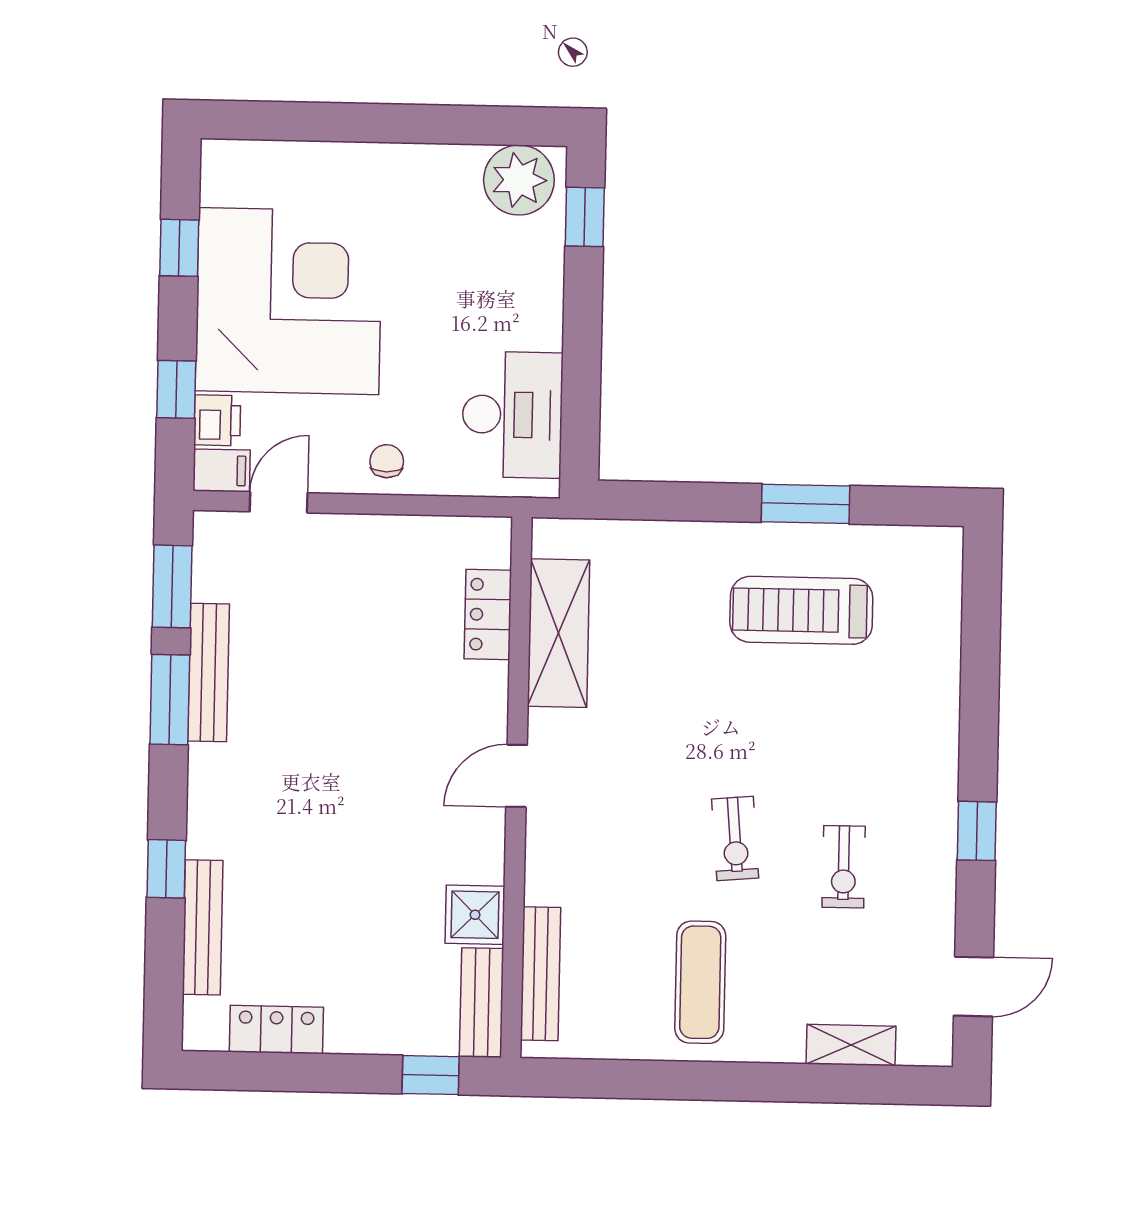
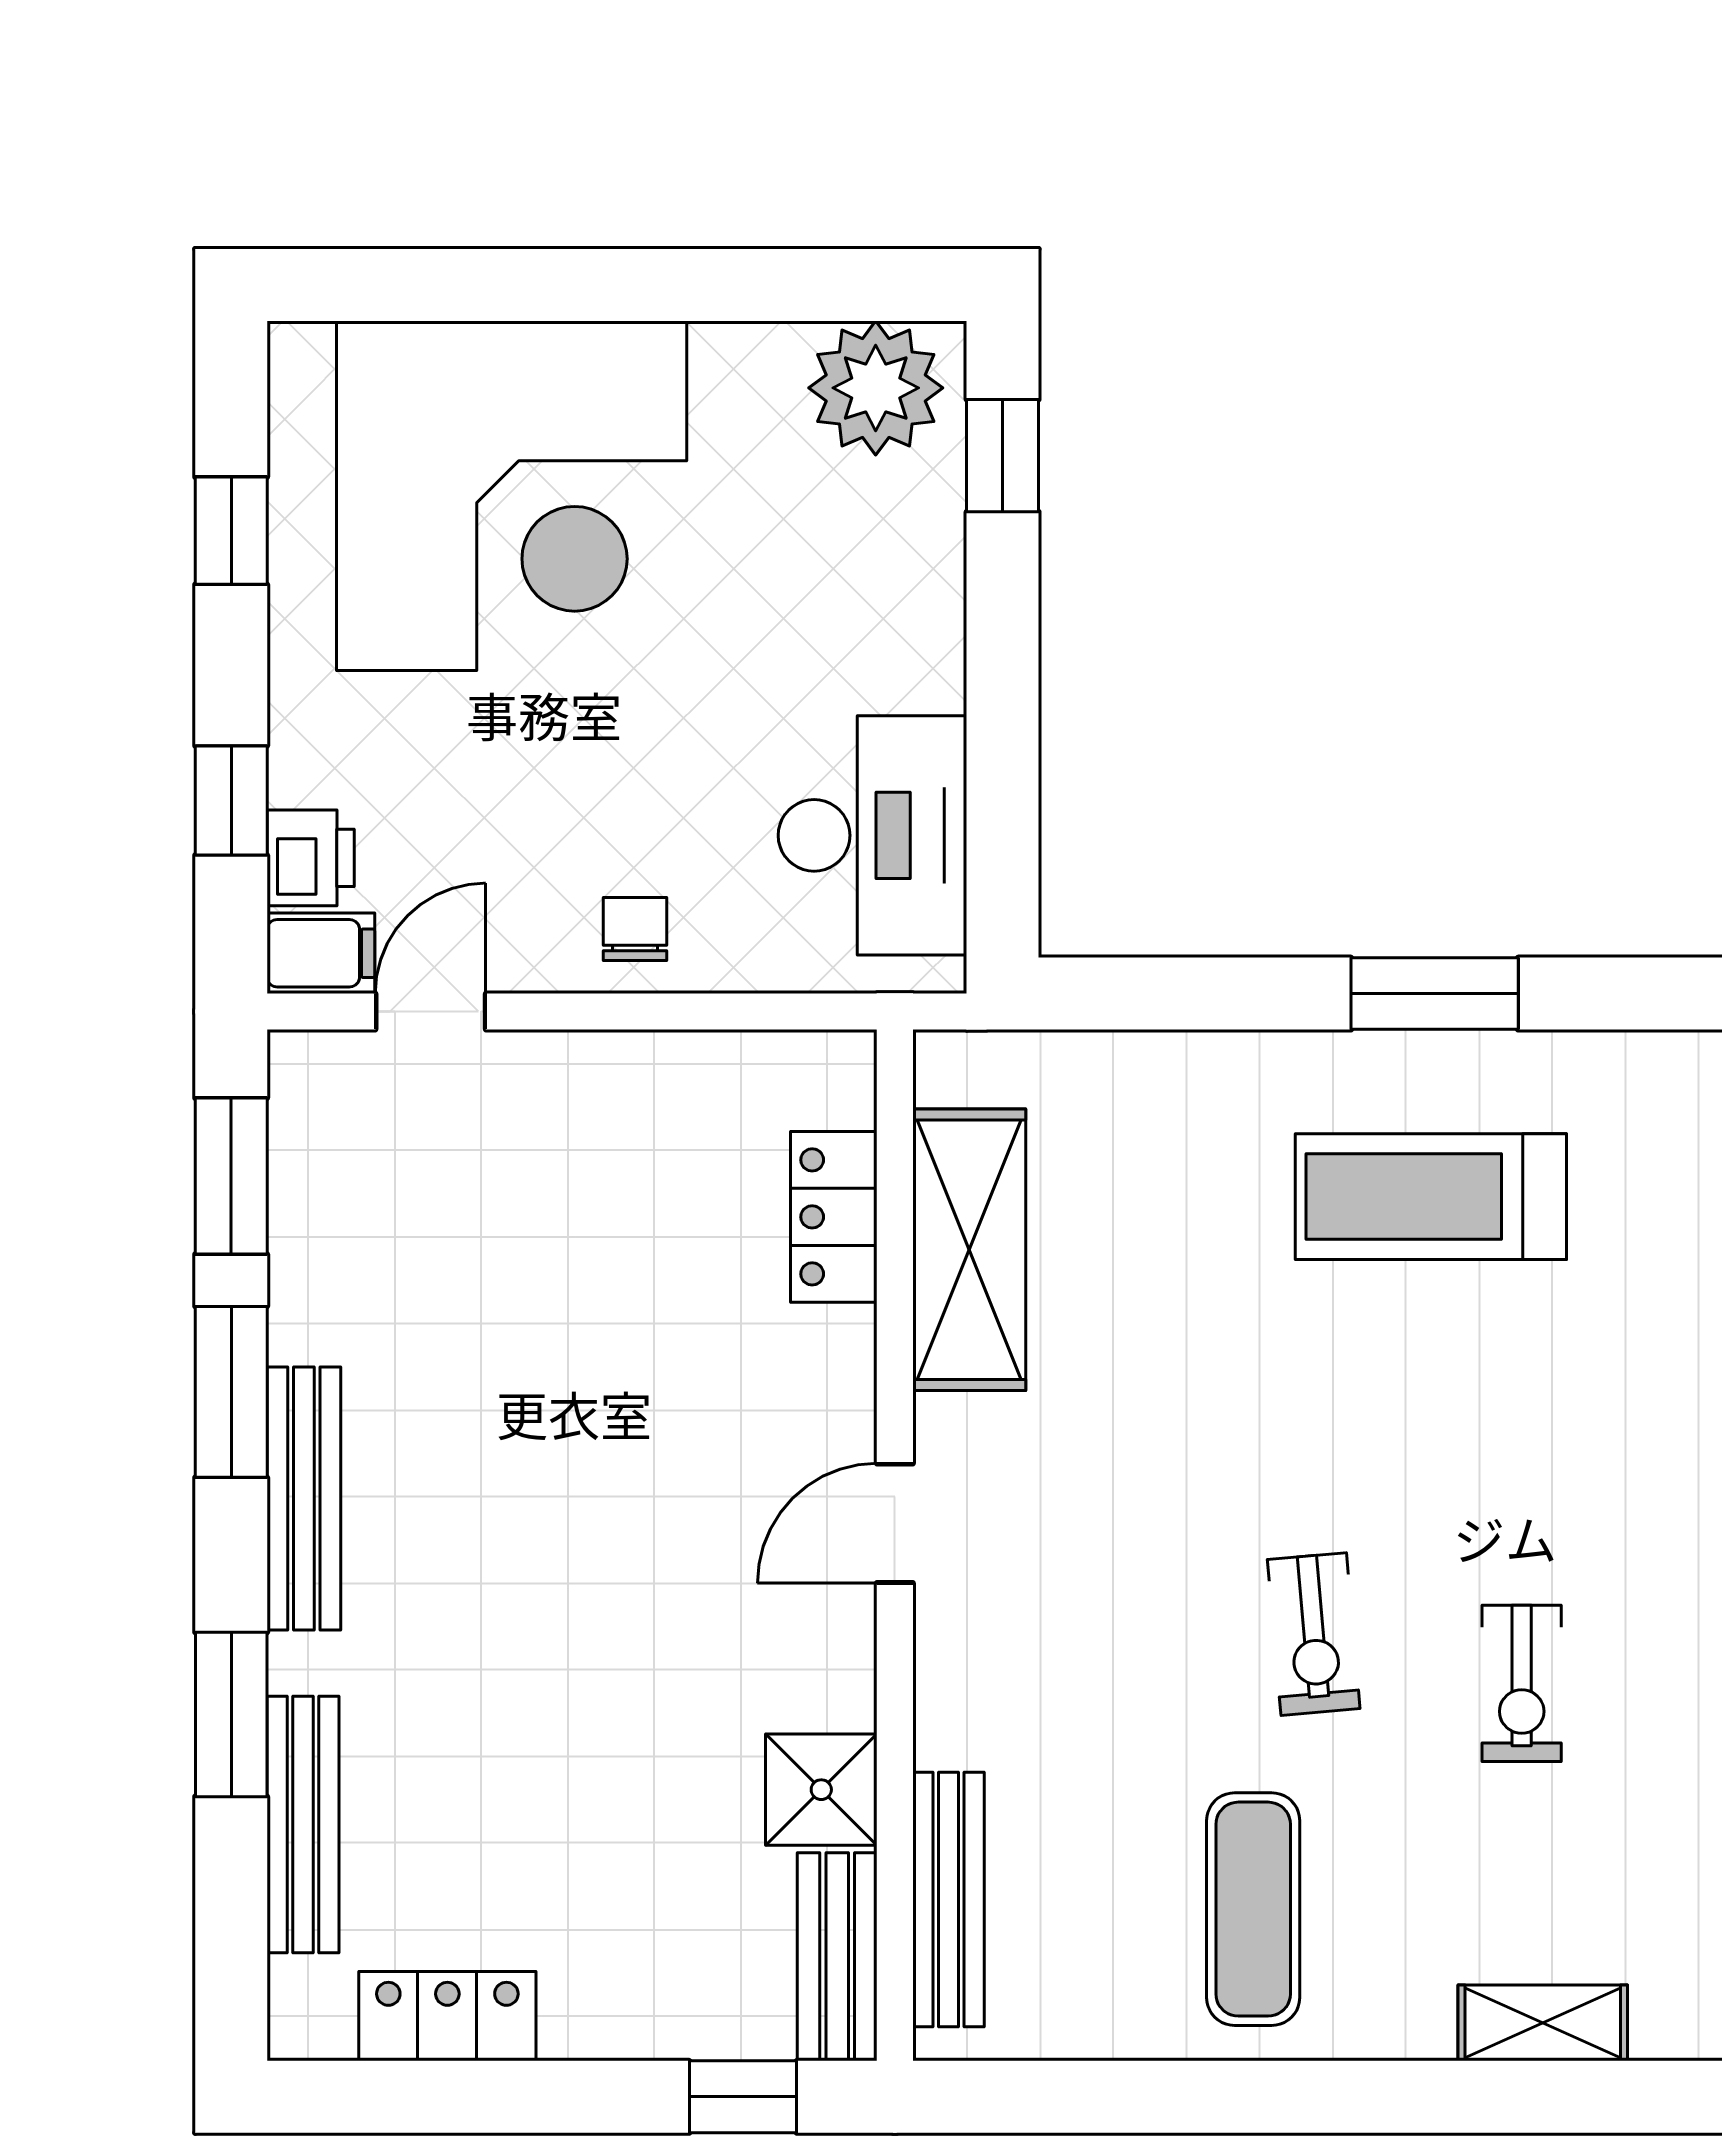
corner desk: (289, 301) -> (512, 496), moved, turned 90
bench: (209, 673) -> (304, 1498), moved
window: (166, 869) -> (231, 1714), width x1.50

